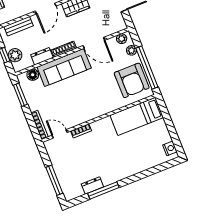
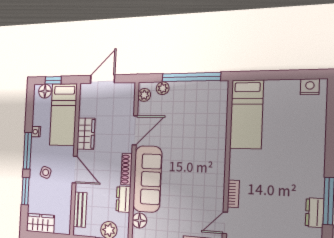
armchair: (132, 80) -> (198, 103), removed

